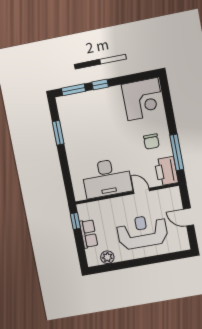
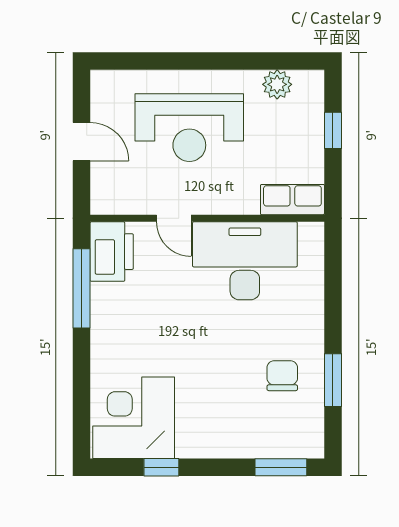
window: (100, 84) -> (161, 467), moved
chair: (151, 141) -> (282, 376), moved
window: (75, 221) -> (333, 130), moved
row of seats: (88, 234) -> (292, 200), moved, turned 90

